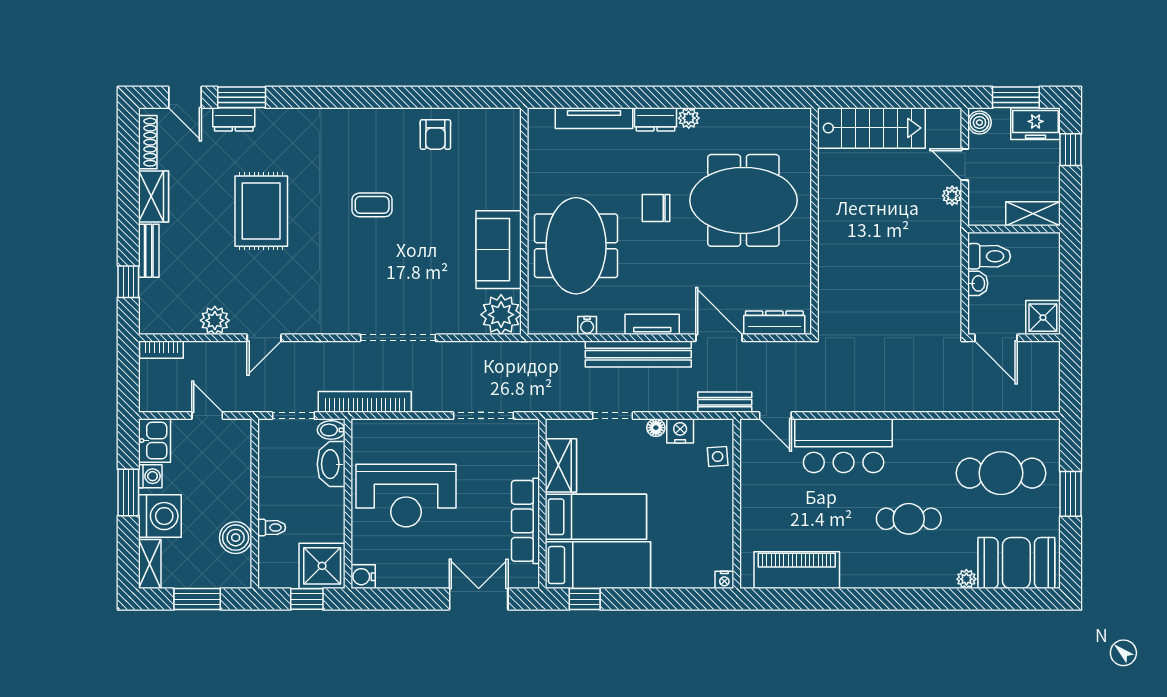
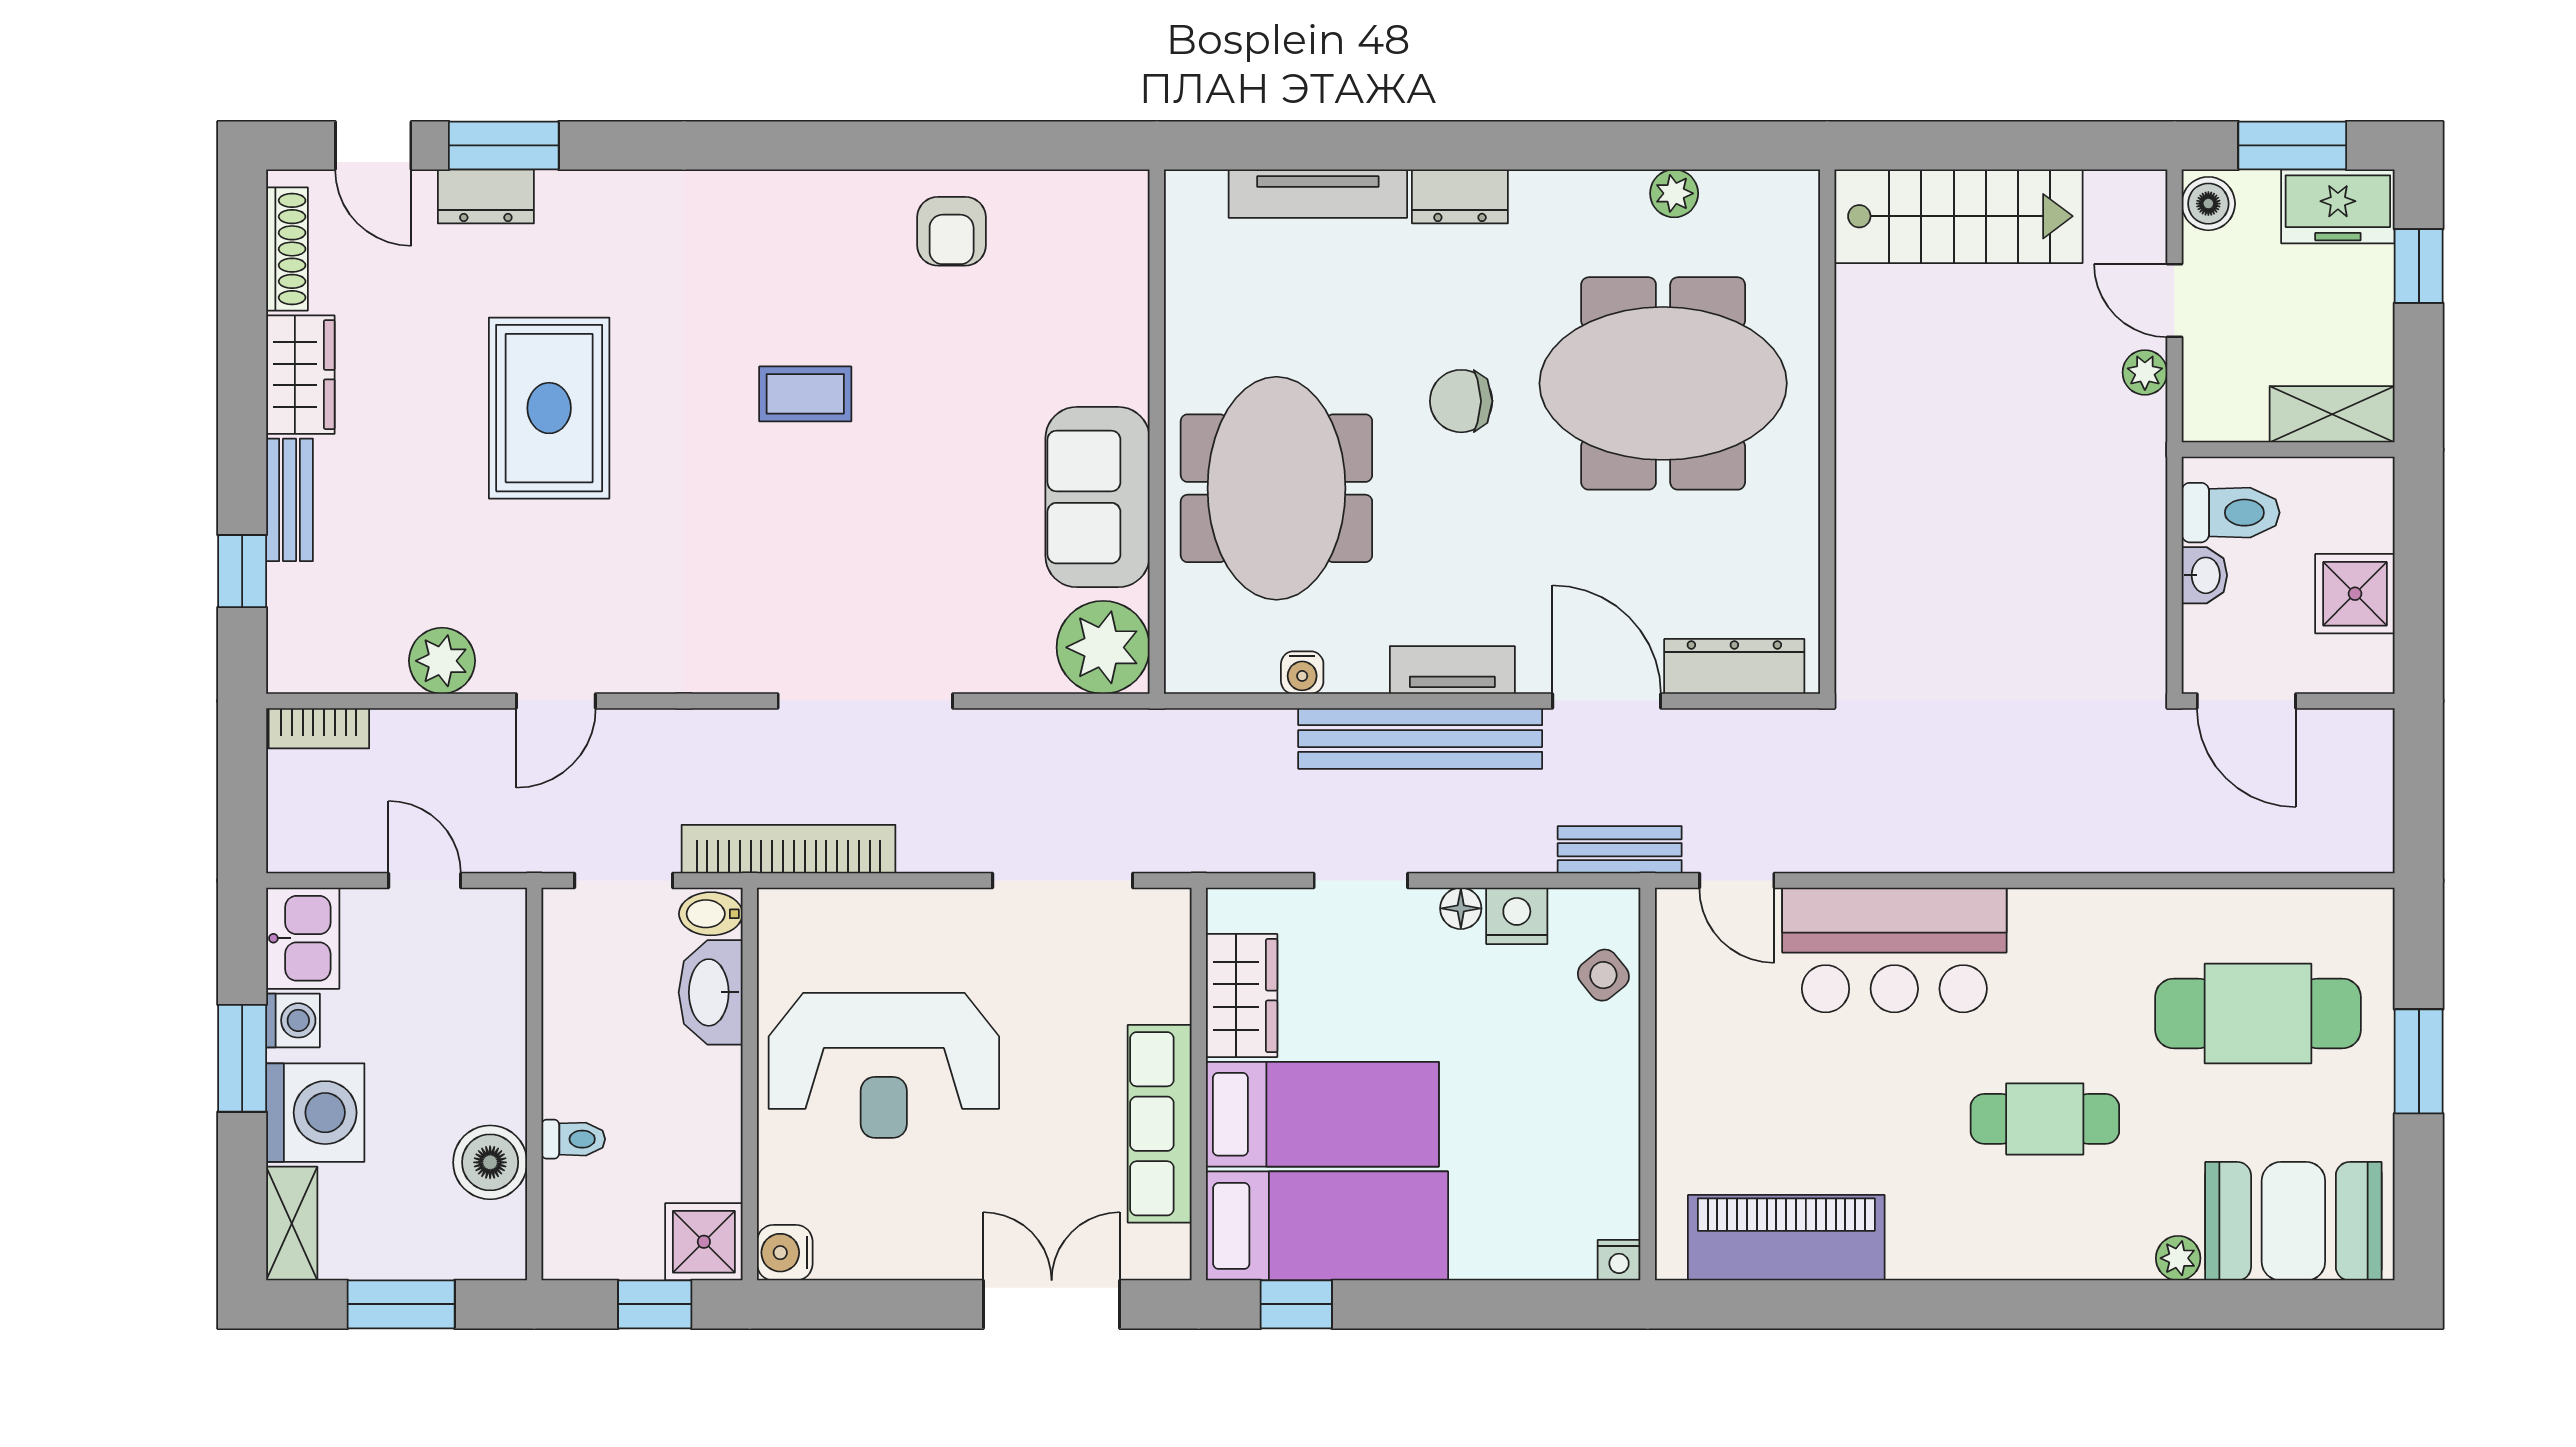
plant: (689, 118) -> (1674, 193), moved
shower: (1043, 318) -> (2355, 594), moved
side table: (718, 457) -> (1603, 975), turned -35
shower: (322, 566) -> (704, 1242), width x0.73, depth x0.73

